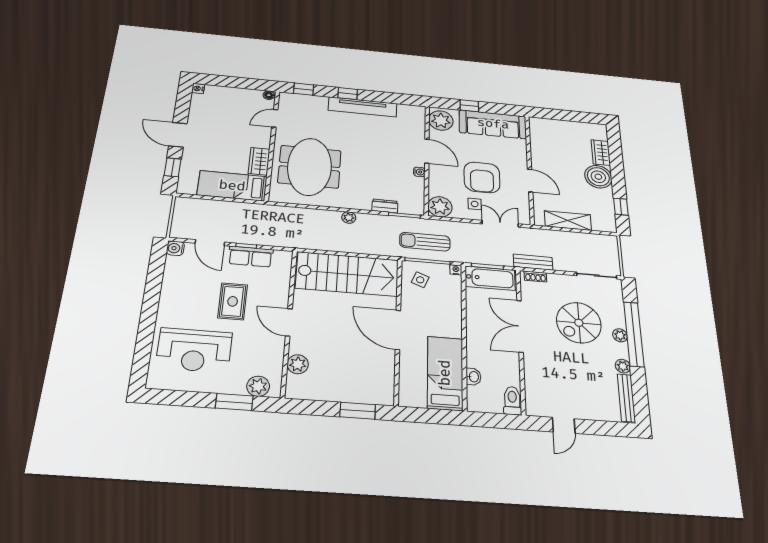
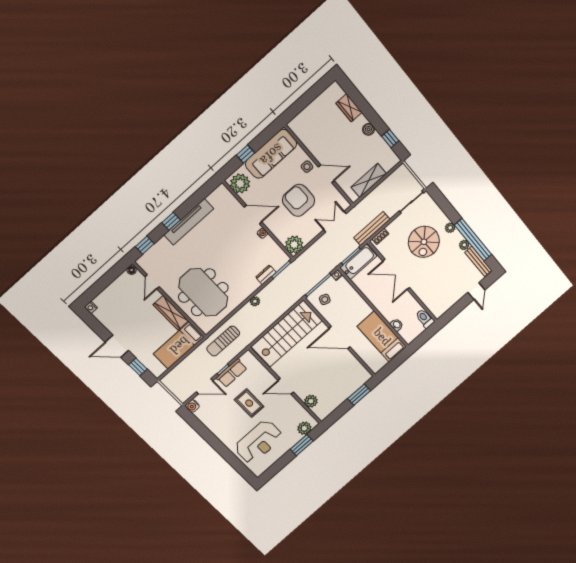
wardrobe: (259, 161) -> (171, 313), width x1.50
armchair: (482, 177) -> (299, 200), turned 180
boiler: (598, 177) -> (368, 129), width x0.54, depth x0.54
side table: (475, 204) -> (307, 167), moved
sun lounger: (425, 242) -> (223, 341), moved
bench: (533, 262) -> (372, 228), width x1.36
window: (634, 334) -> (473, 240), moved
door: (564, 425) -> (476, 291), moved

